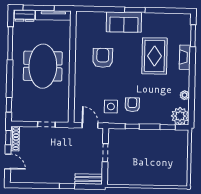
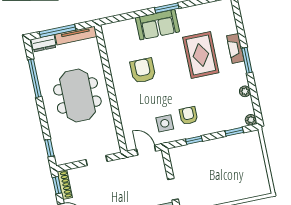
window: (193, 36) -> (247, 60), moved
plant: (180, 116) -> (251, 120), width x0.53, depth x0.53
doorway: (105, 153) -> (173, 189), moved

